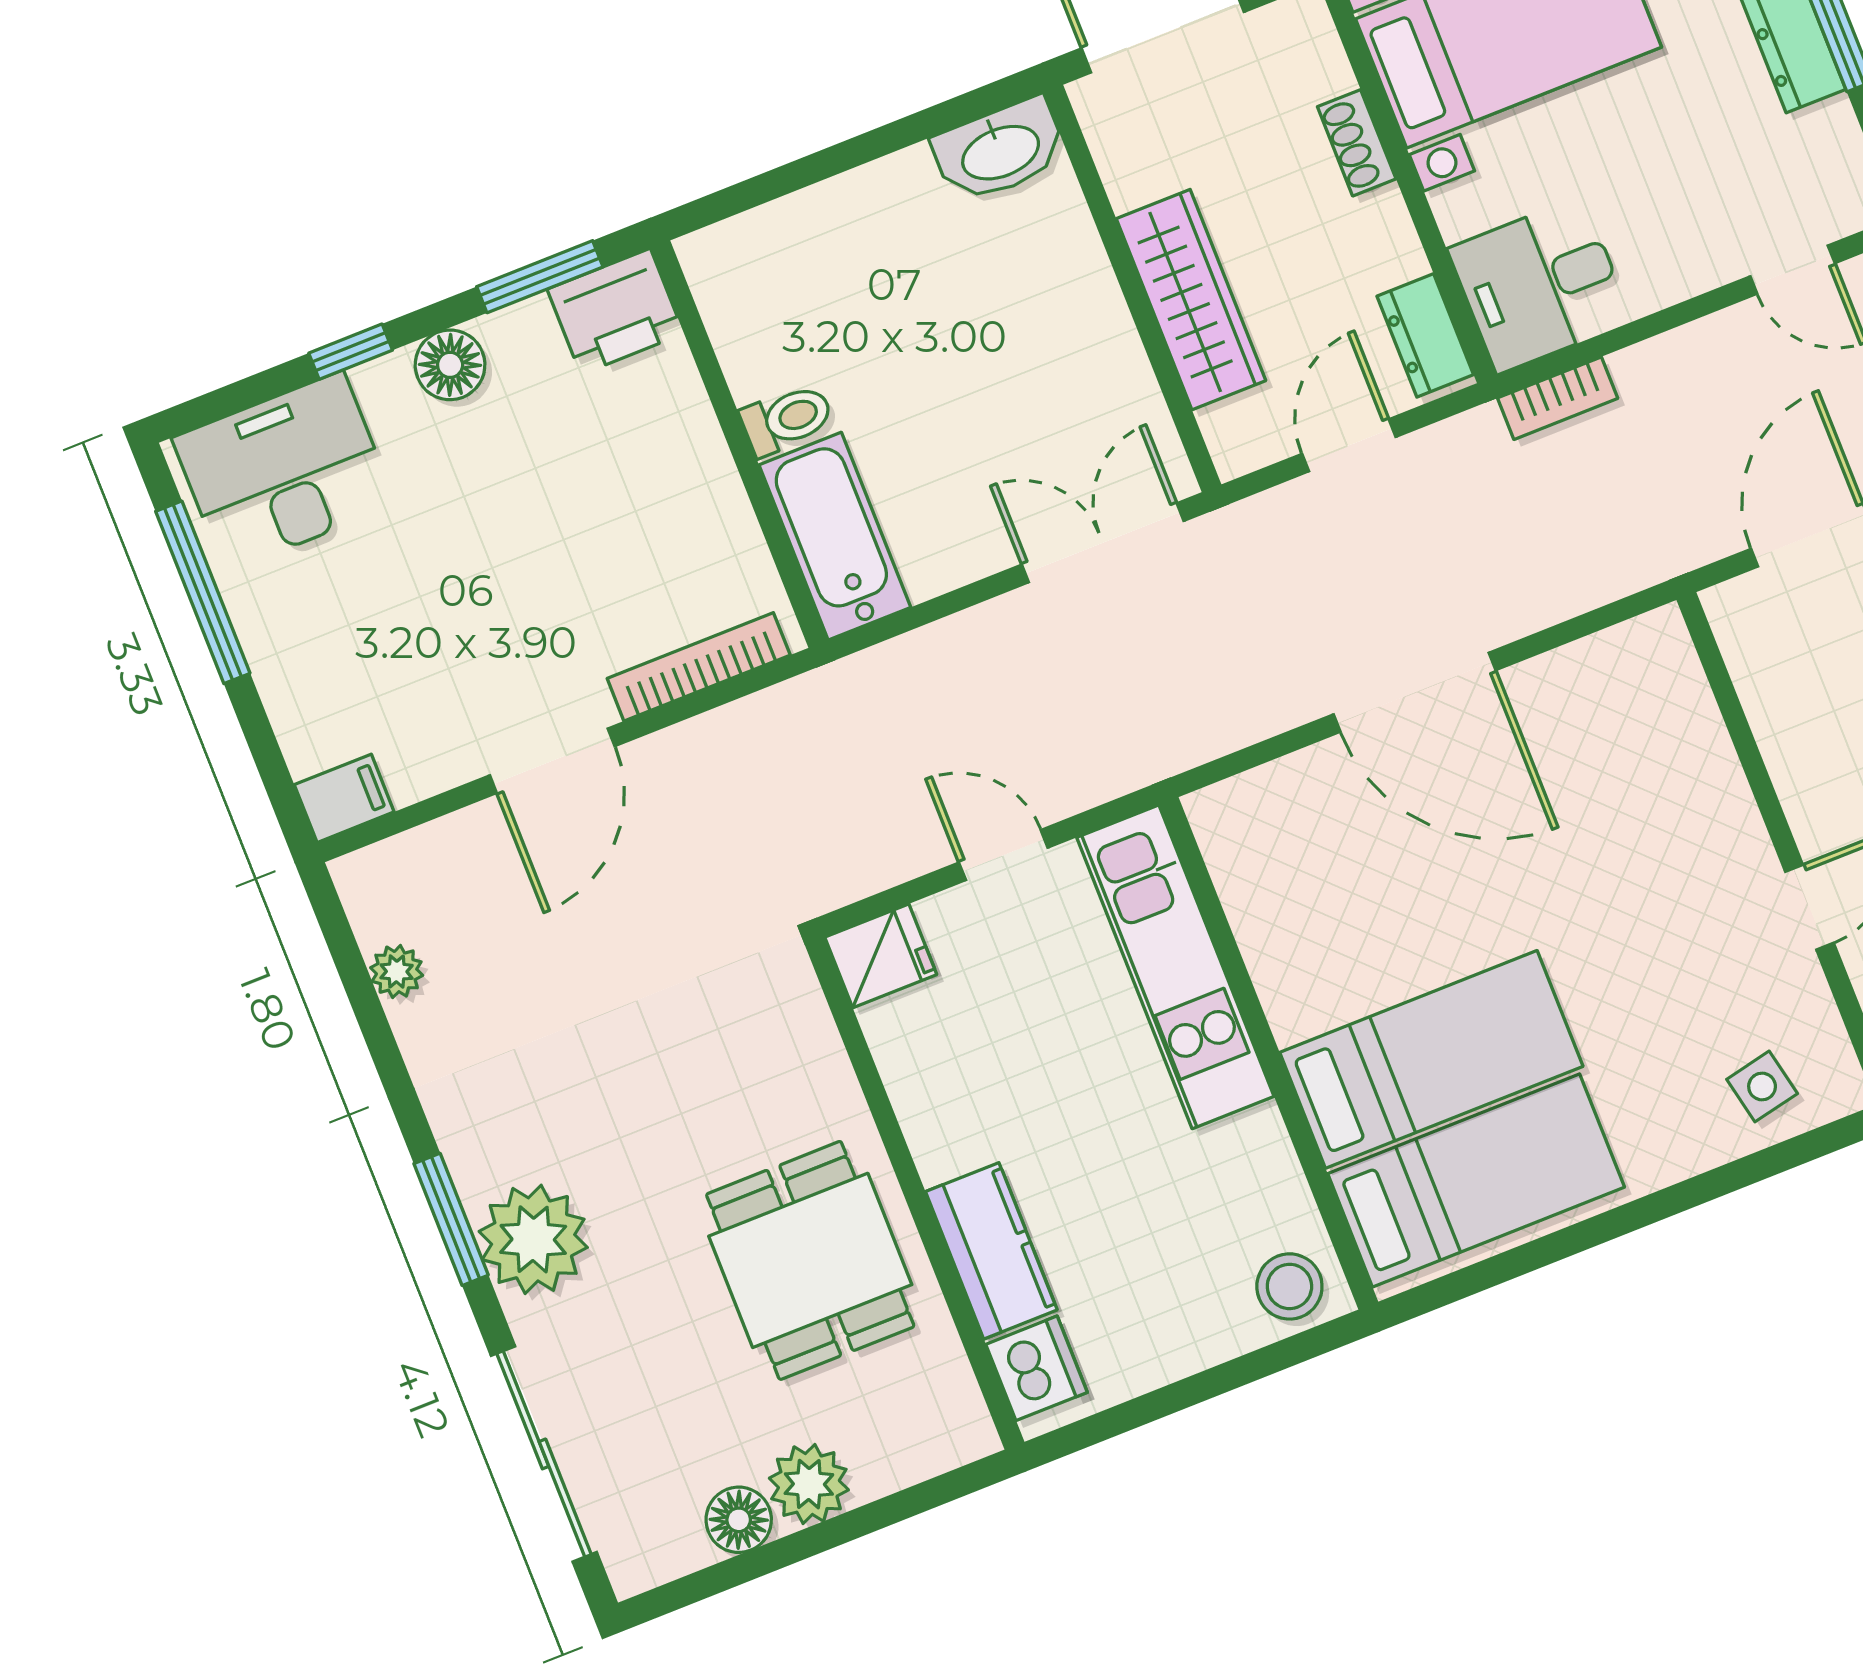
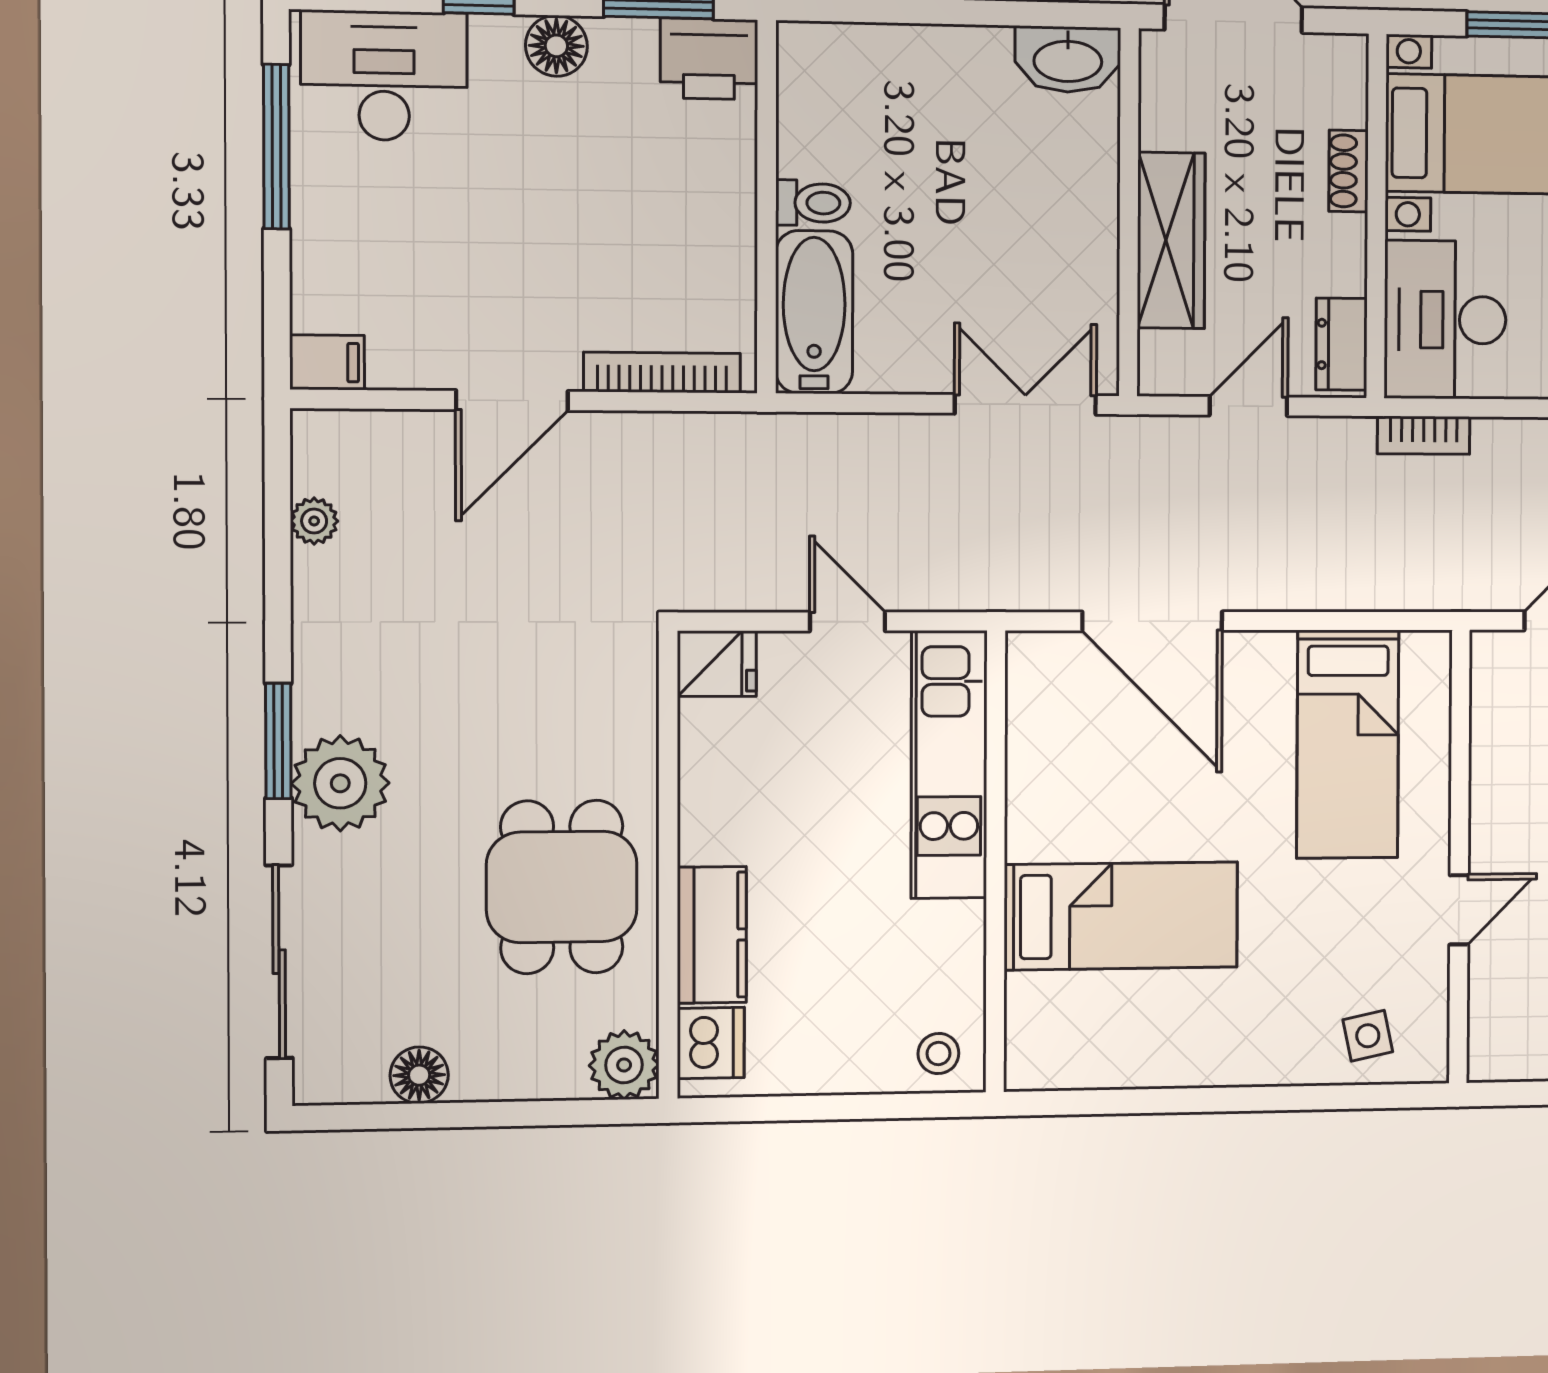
desk: (1540, 285) -> (1445, 320), width x1.37
door: (1415, 692) -> (1152, 621), moved
bed: (1476, 1180) -> (1348, 744), moved, turned 90
stool: (1289, 1286) -> (938, 1053), width x0.73, depth x0.73
plant: (809, 1484) -> (624, 1065), moved

